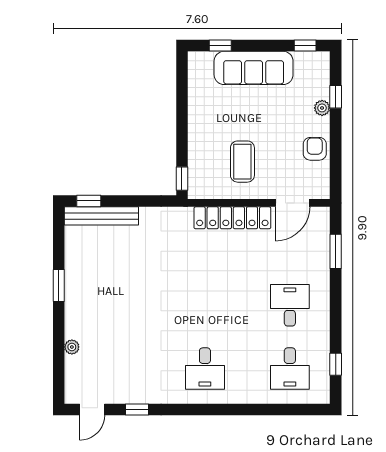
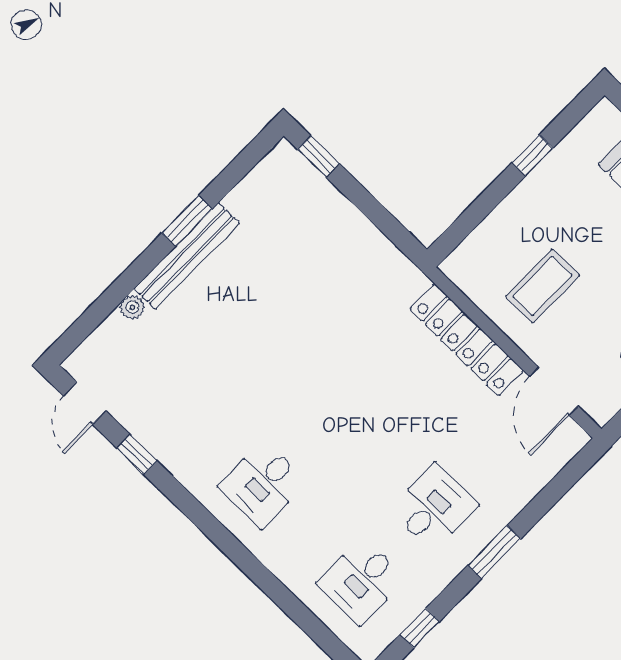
window: (182, 179) -> (533, 155), moved
door: (293, 203) -> (554, 391), hinge flipped
bench: (101, 216) -> (187, 256), moved, turned 90
window: (336, 251) -> (494, 552), moved
door: (92, 410) -> (85, 403), hinge flipped

